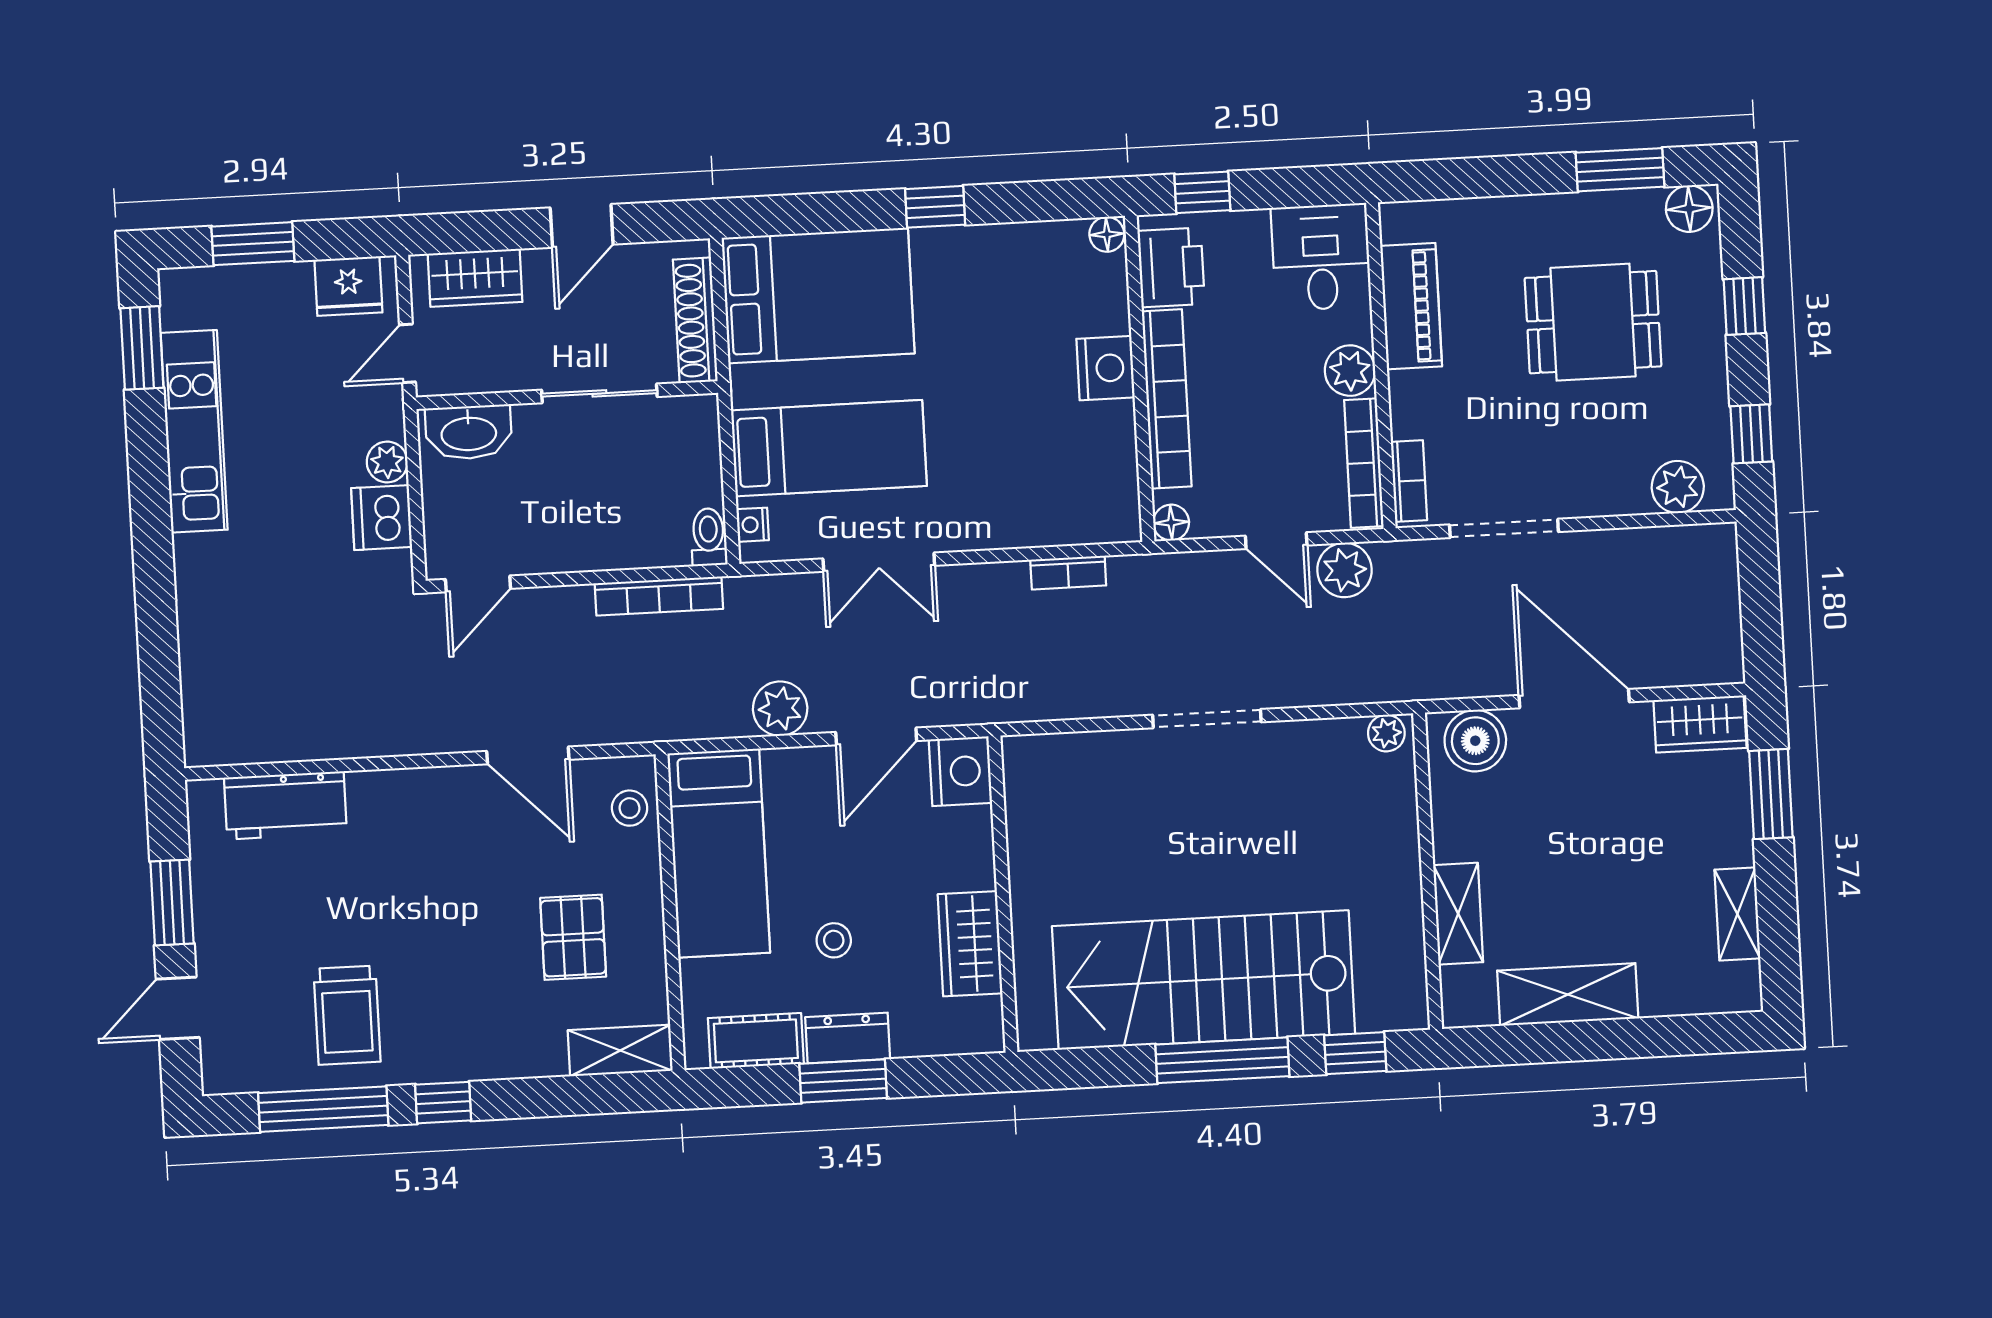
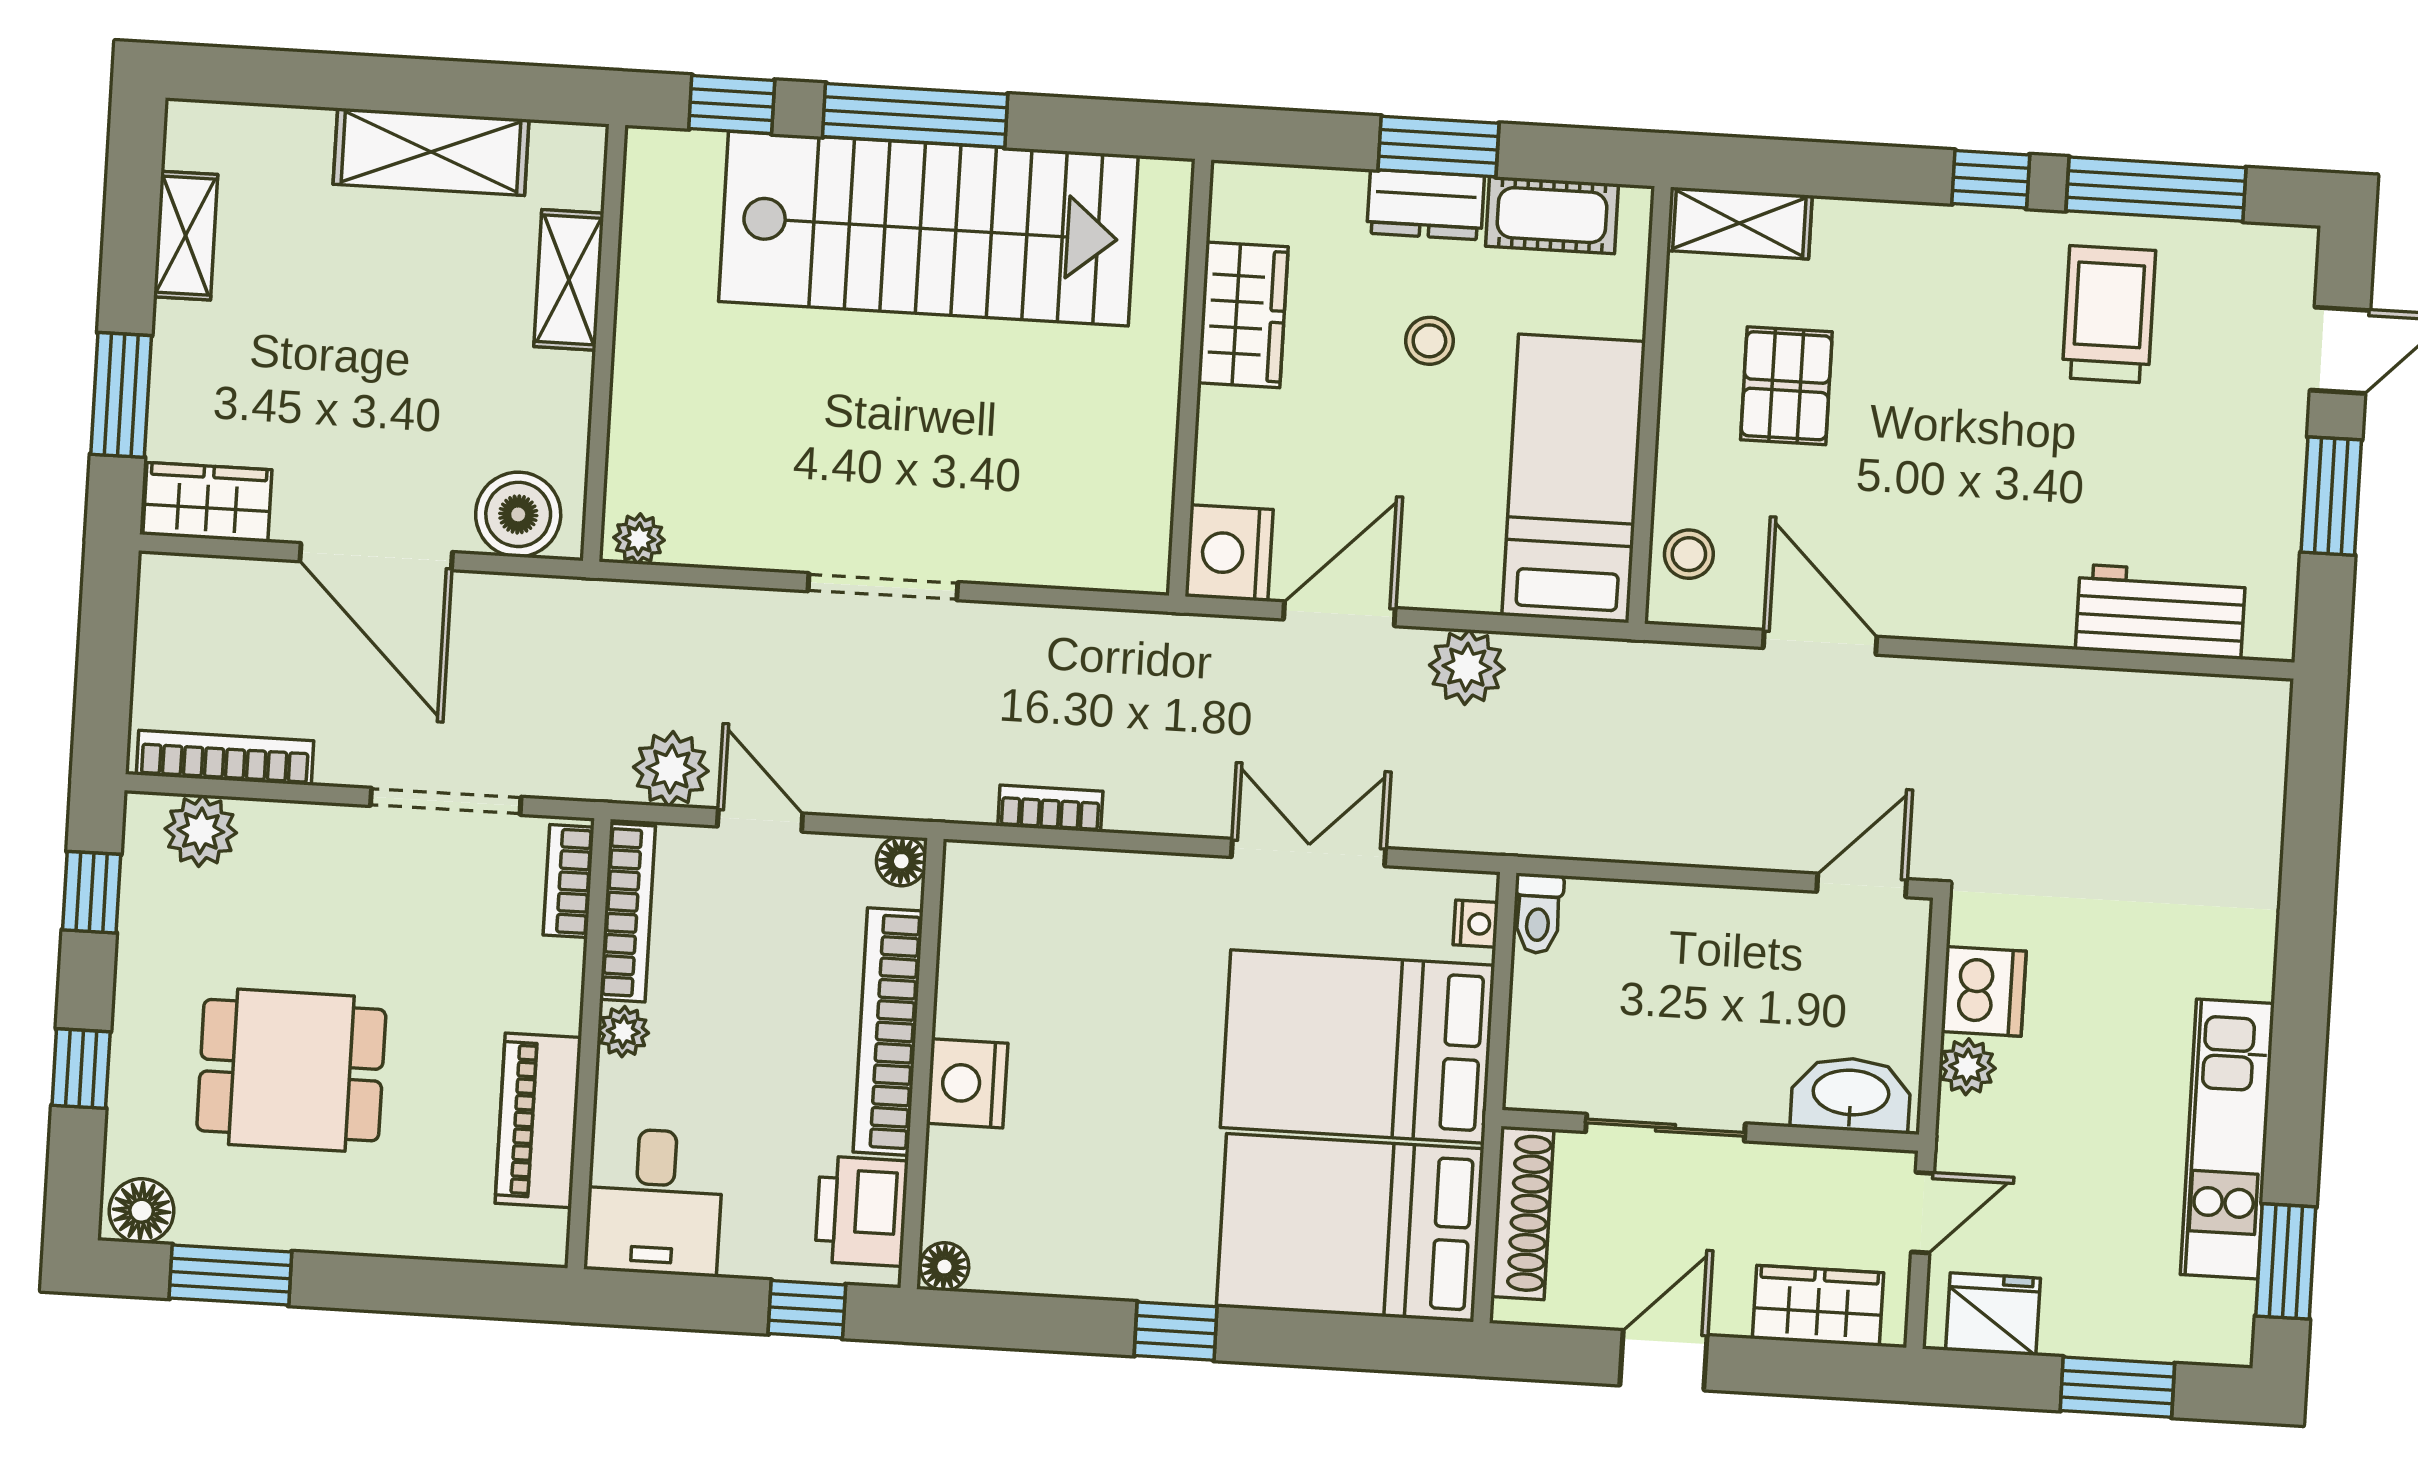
plant: (1350, 371) -> (623, 1032), width x0.73, depth x0.73
bed: (829, 448) -> (1357, 1046), width x1.50
bookcase: (659, 596) -> (225, 758), moved

